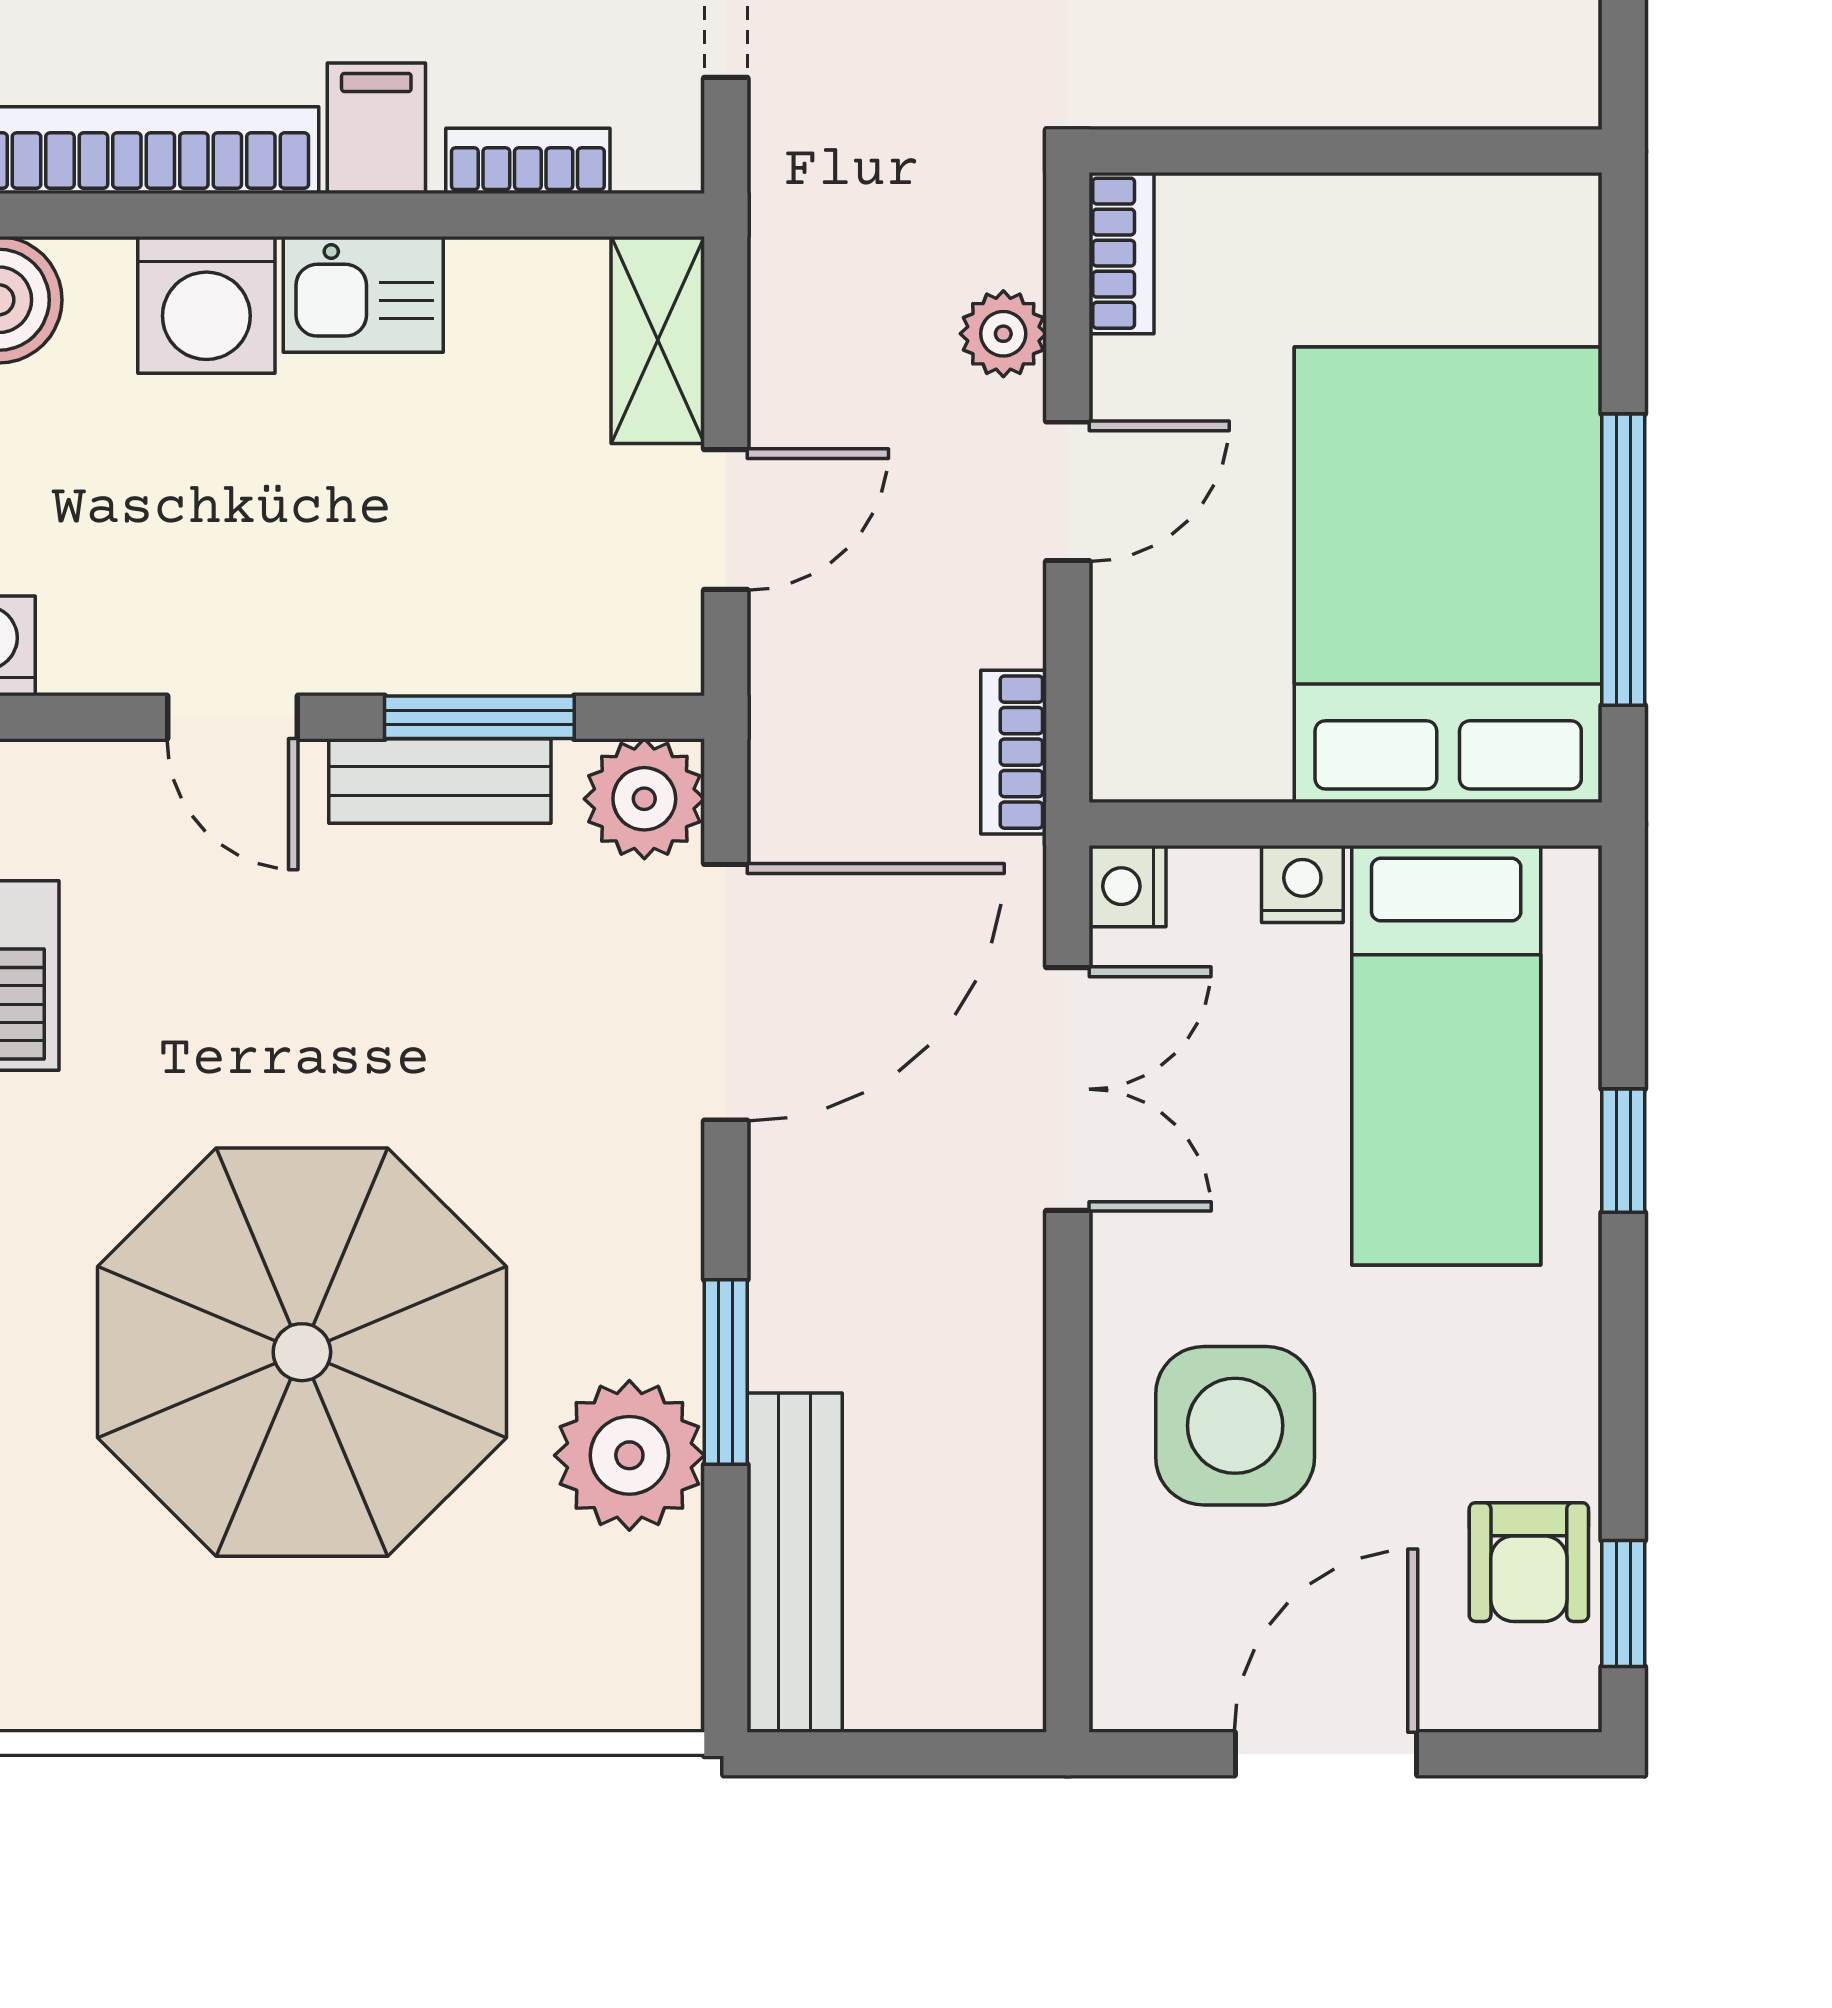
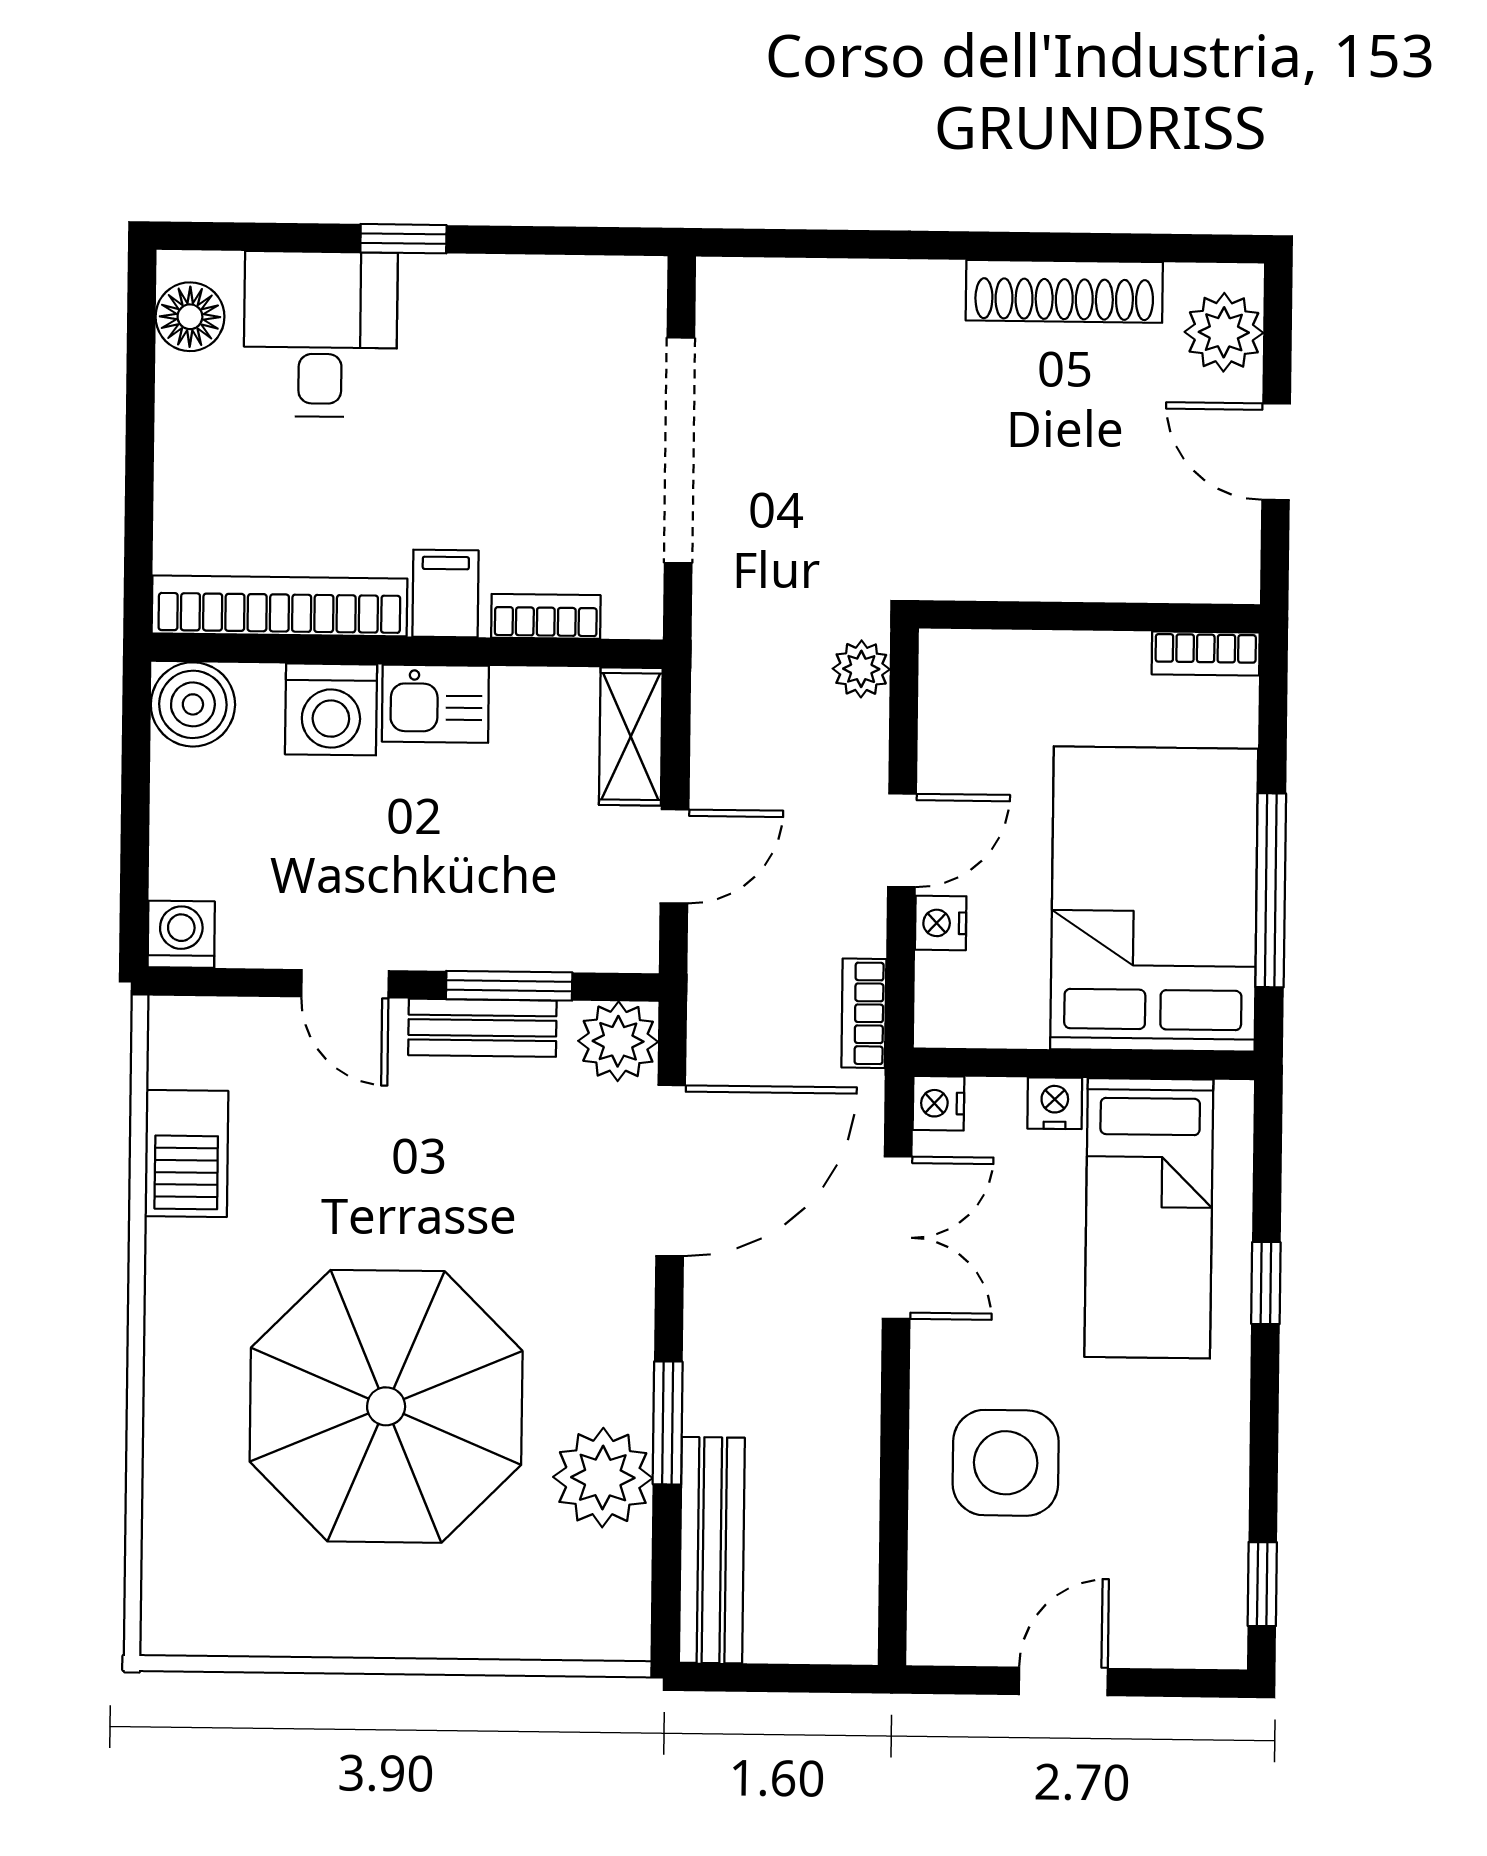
bookcase: (1121, 253) -> (1206, 654), moved, turned 90
plant: (1003, 334) -> (861, 669), moved
nightstand: (1127, 615) -> (941, 923), added
armchair: (1529, 1562) -> (1200, 1556), removed
door: (1326, 1754) -> (1063, 1681), width x0.73

